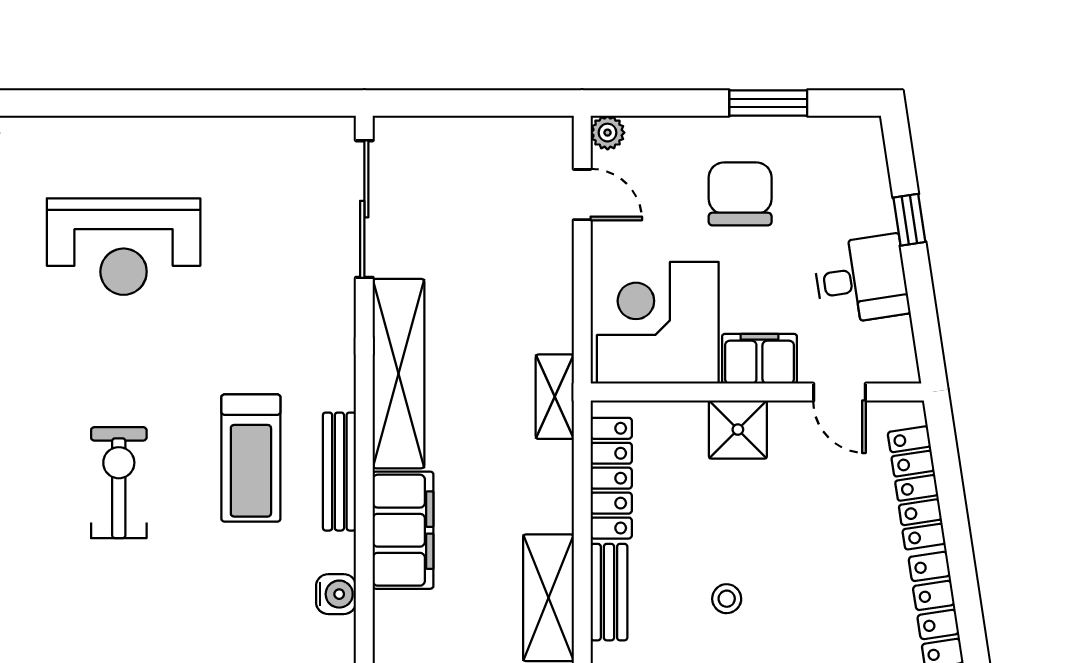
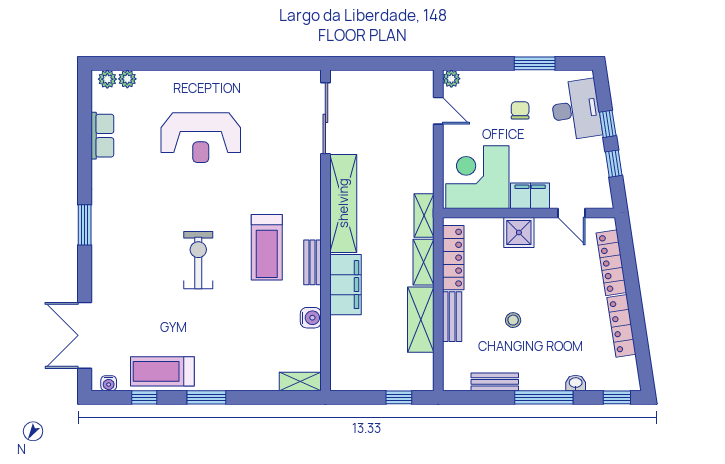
chair: (740, 194) -> (520, 110), width x0.54, depth x0.54
desk: (861, 280) -> (576, 110), moved, width x1.37
window: (921, 297) -> (614, 164), added
bench: (339, 472) -> (313, 262), width x0.73
shelving: (554, 487) -> (424, 262), added

